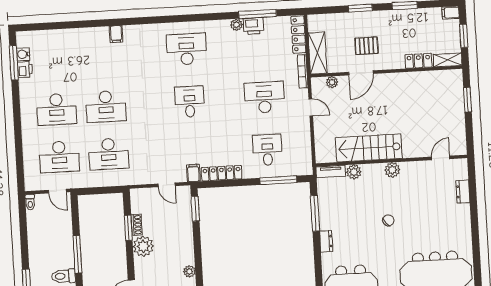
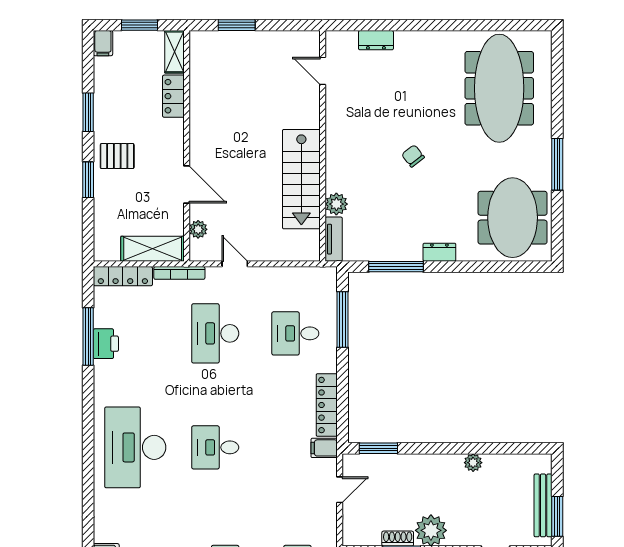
plant: (236, 25) -> (103, 369), removed
pallet: (366, 46) -> (117, 156), moved, turned 90
desk: (187, 49) -> (135, 447), width x1.36, depth x1.30
door: (311, 107) -> (235, 264), hinge flipped
plant: (392, 170) -> (337, 145), removed

